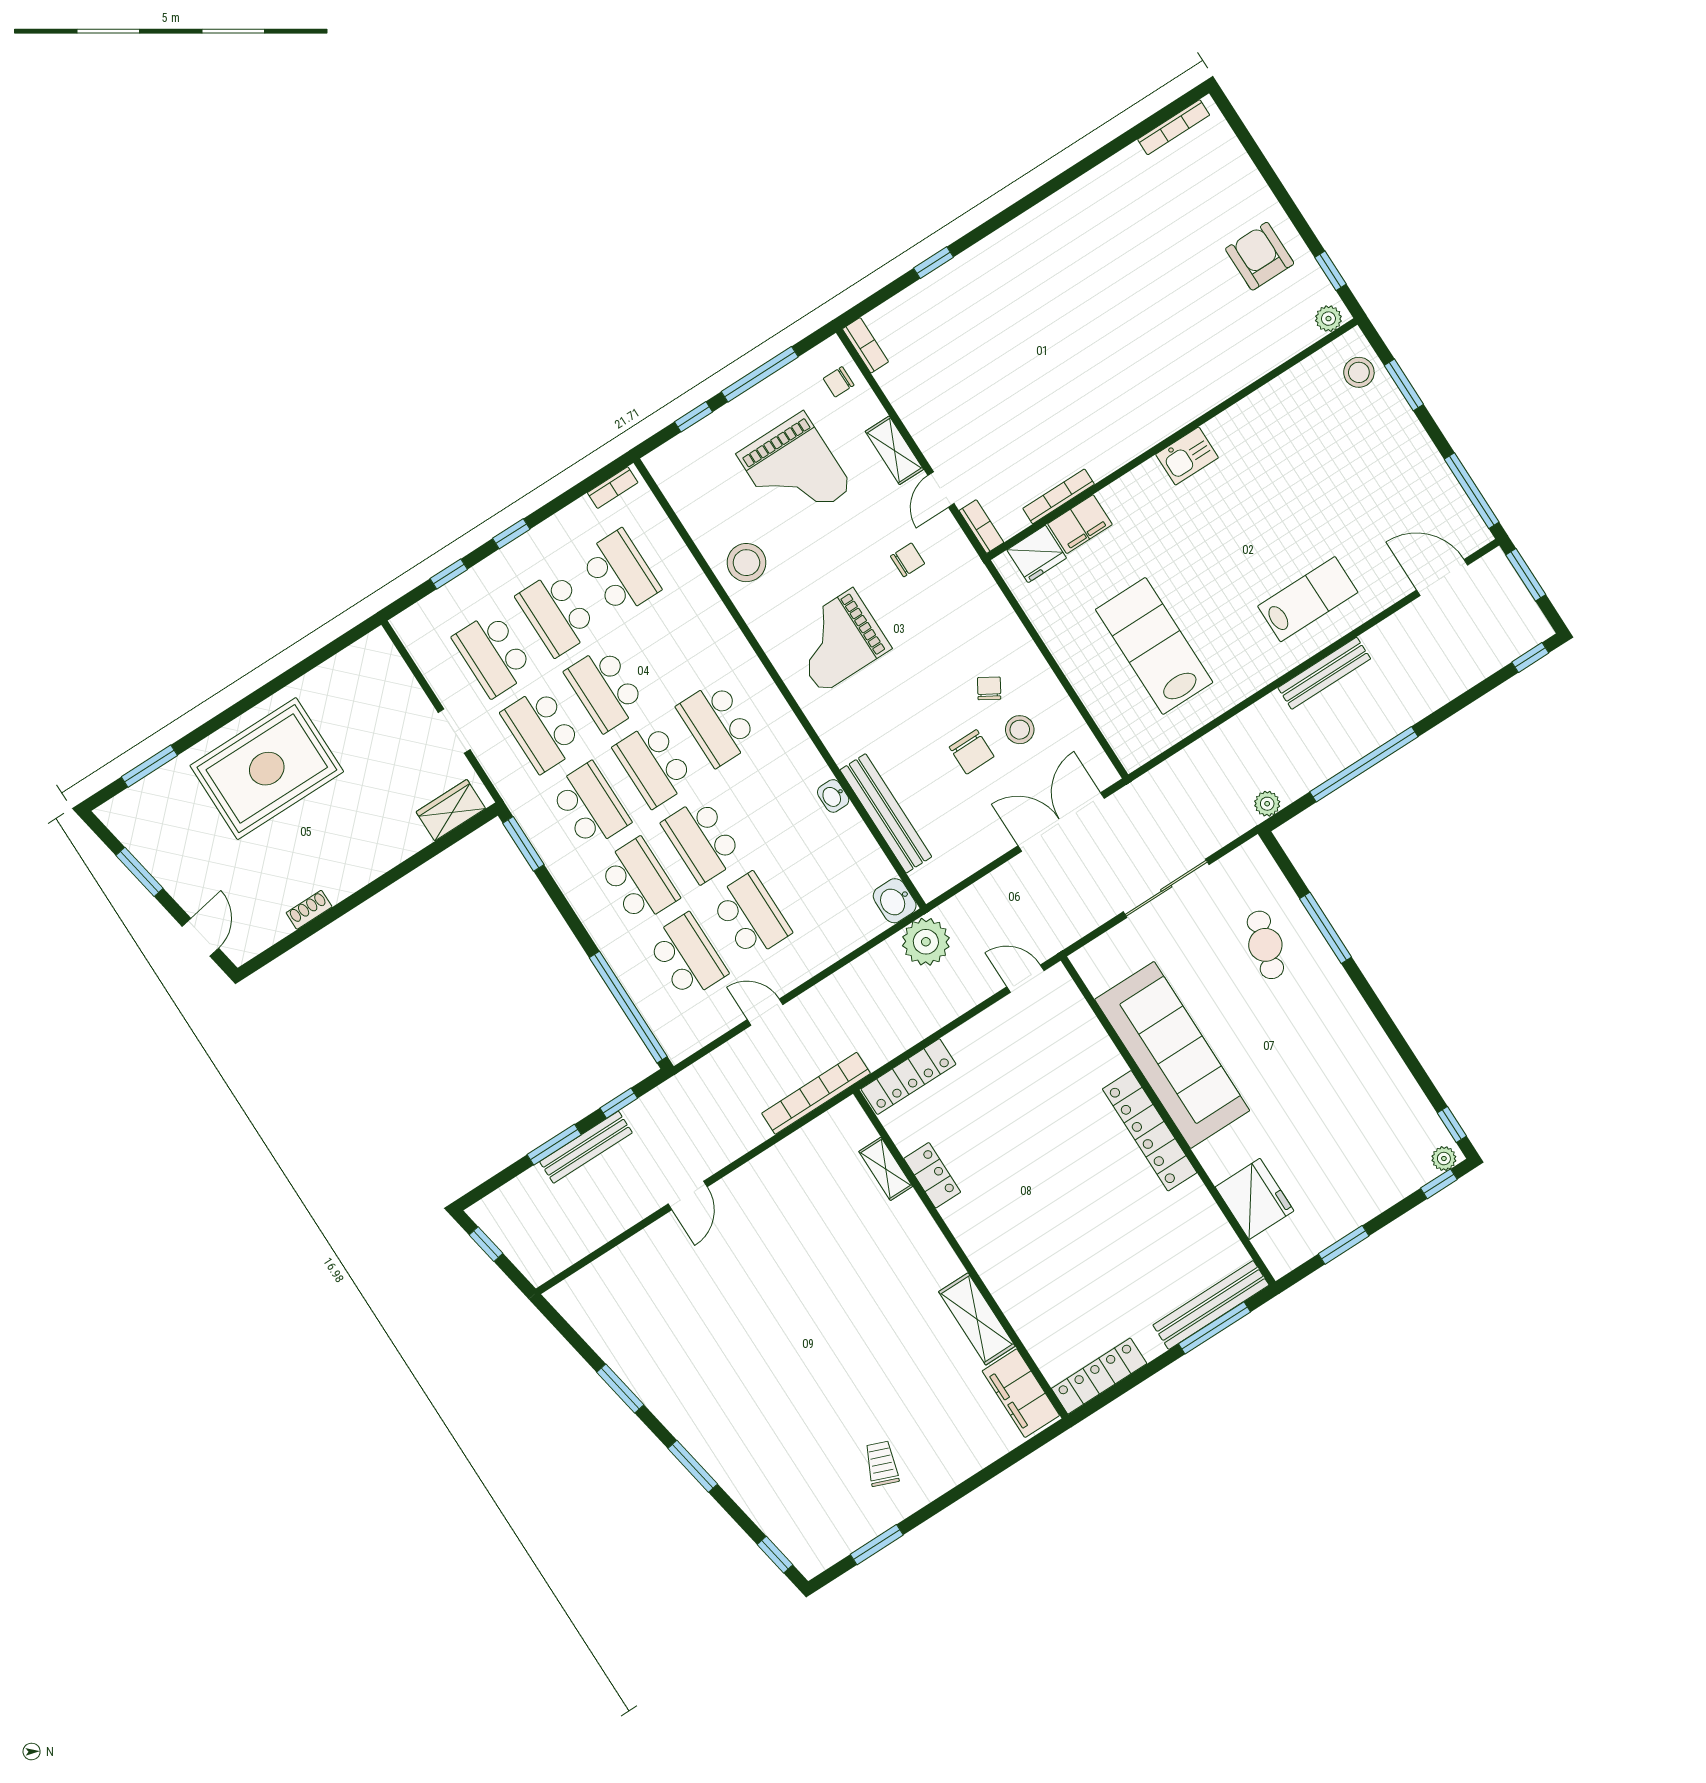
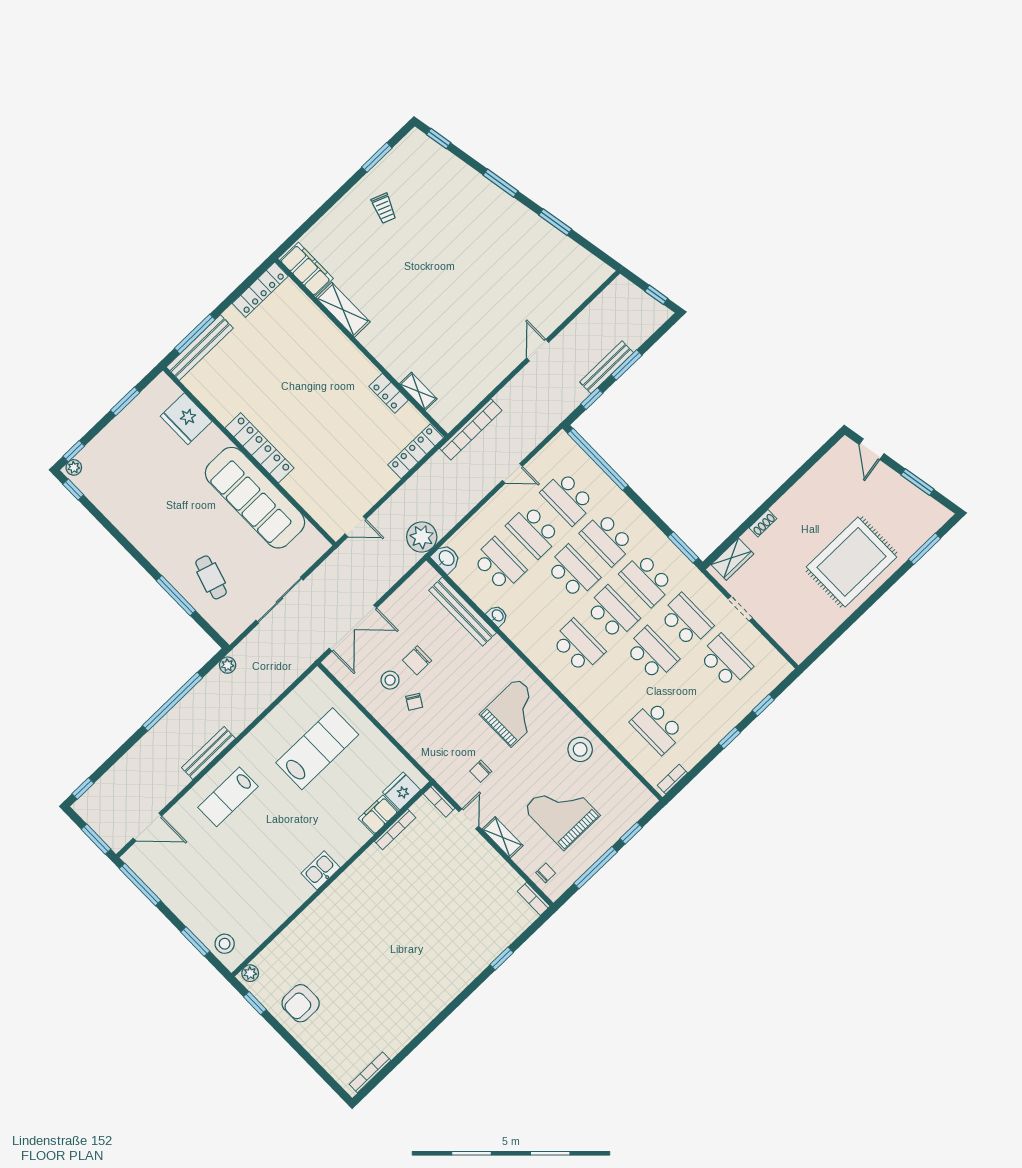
armchair: (1260, 256) -> (301, 1003), turned 90
school desk: (557, 613) -> (499, 564), moved
lab bench: (1154, 646) -> (317, 749), turned -90
chair: (972, 752) -> (417, 660), turned -90
shoe rack: (309, 910) -> (763, 523), moved

